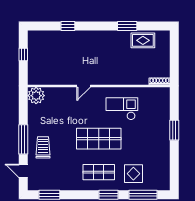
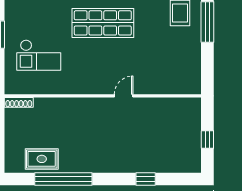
window: (127, 26) -> (63, 179), width x2.11
plant: (36, 96) -> (189, 83), removed
checkout: (122, 109) -> (39, 55), moved

